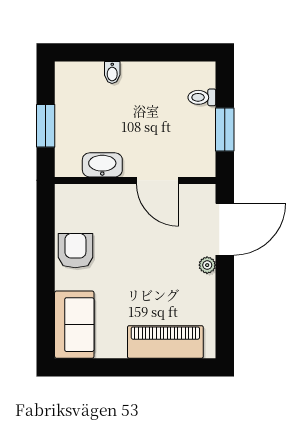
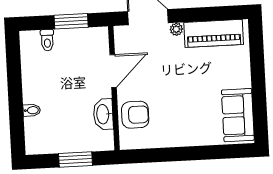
armchair: (75, 251) -> (135, 115), moved, turned 180
sofa: (74, 325) -> (238, 115), moved, turned -90
piano: (165, 342) -> (214, 33), moved, turned -90

